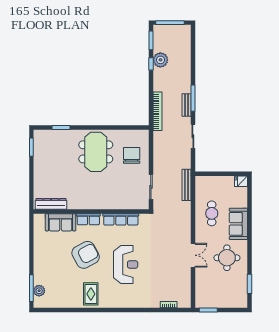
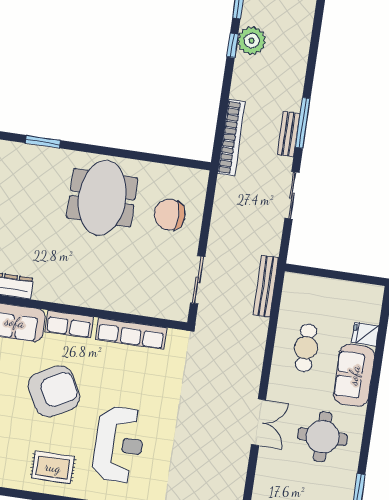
chair: (132, 155) -> (170, 215), turned -90
fridge: (241, 181) -> (365, 334), moved
reception desk: (126, 264) -> (119, 444), moved
rug: (91, 294) -> (53, 467), turned 90

